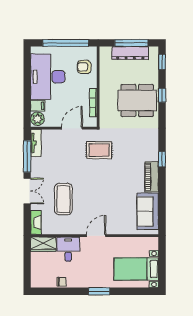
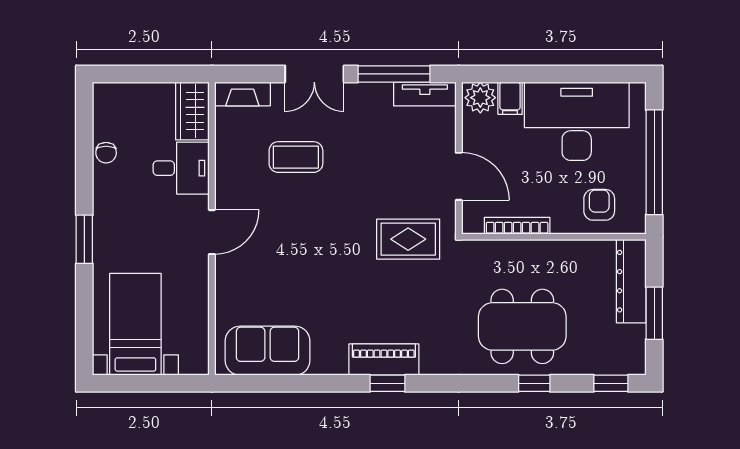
window: (131, 43) -> (654, 313), width x0.69
dresser: (130, 53) -> (631, 281), moved
dining table: (137, 100) -> (522, 326), turned 90
rug: (99, 150) -> (408, 239), turned 90
piano: (152, 177) -> (384, 360), moved
coffee table: (63, 199) -> (296, 157), width x0.73, depth x0.76
door: (96, 236) -> (212, 232), hinge flipped

